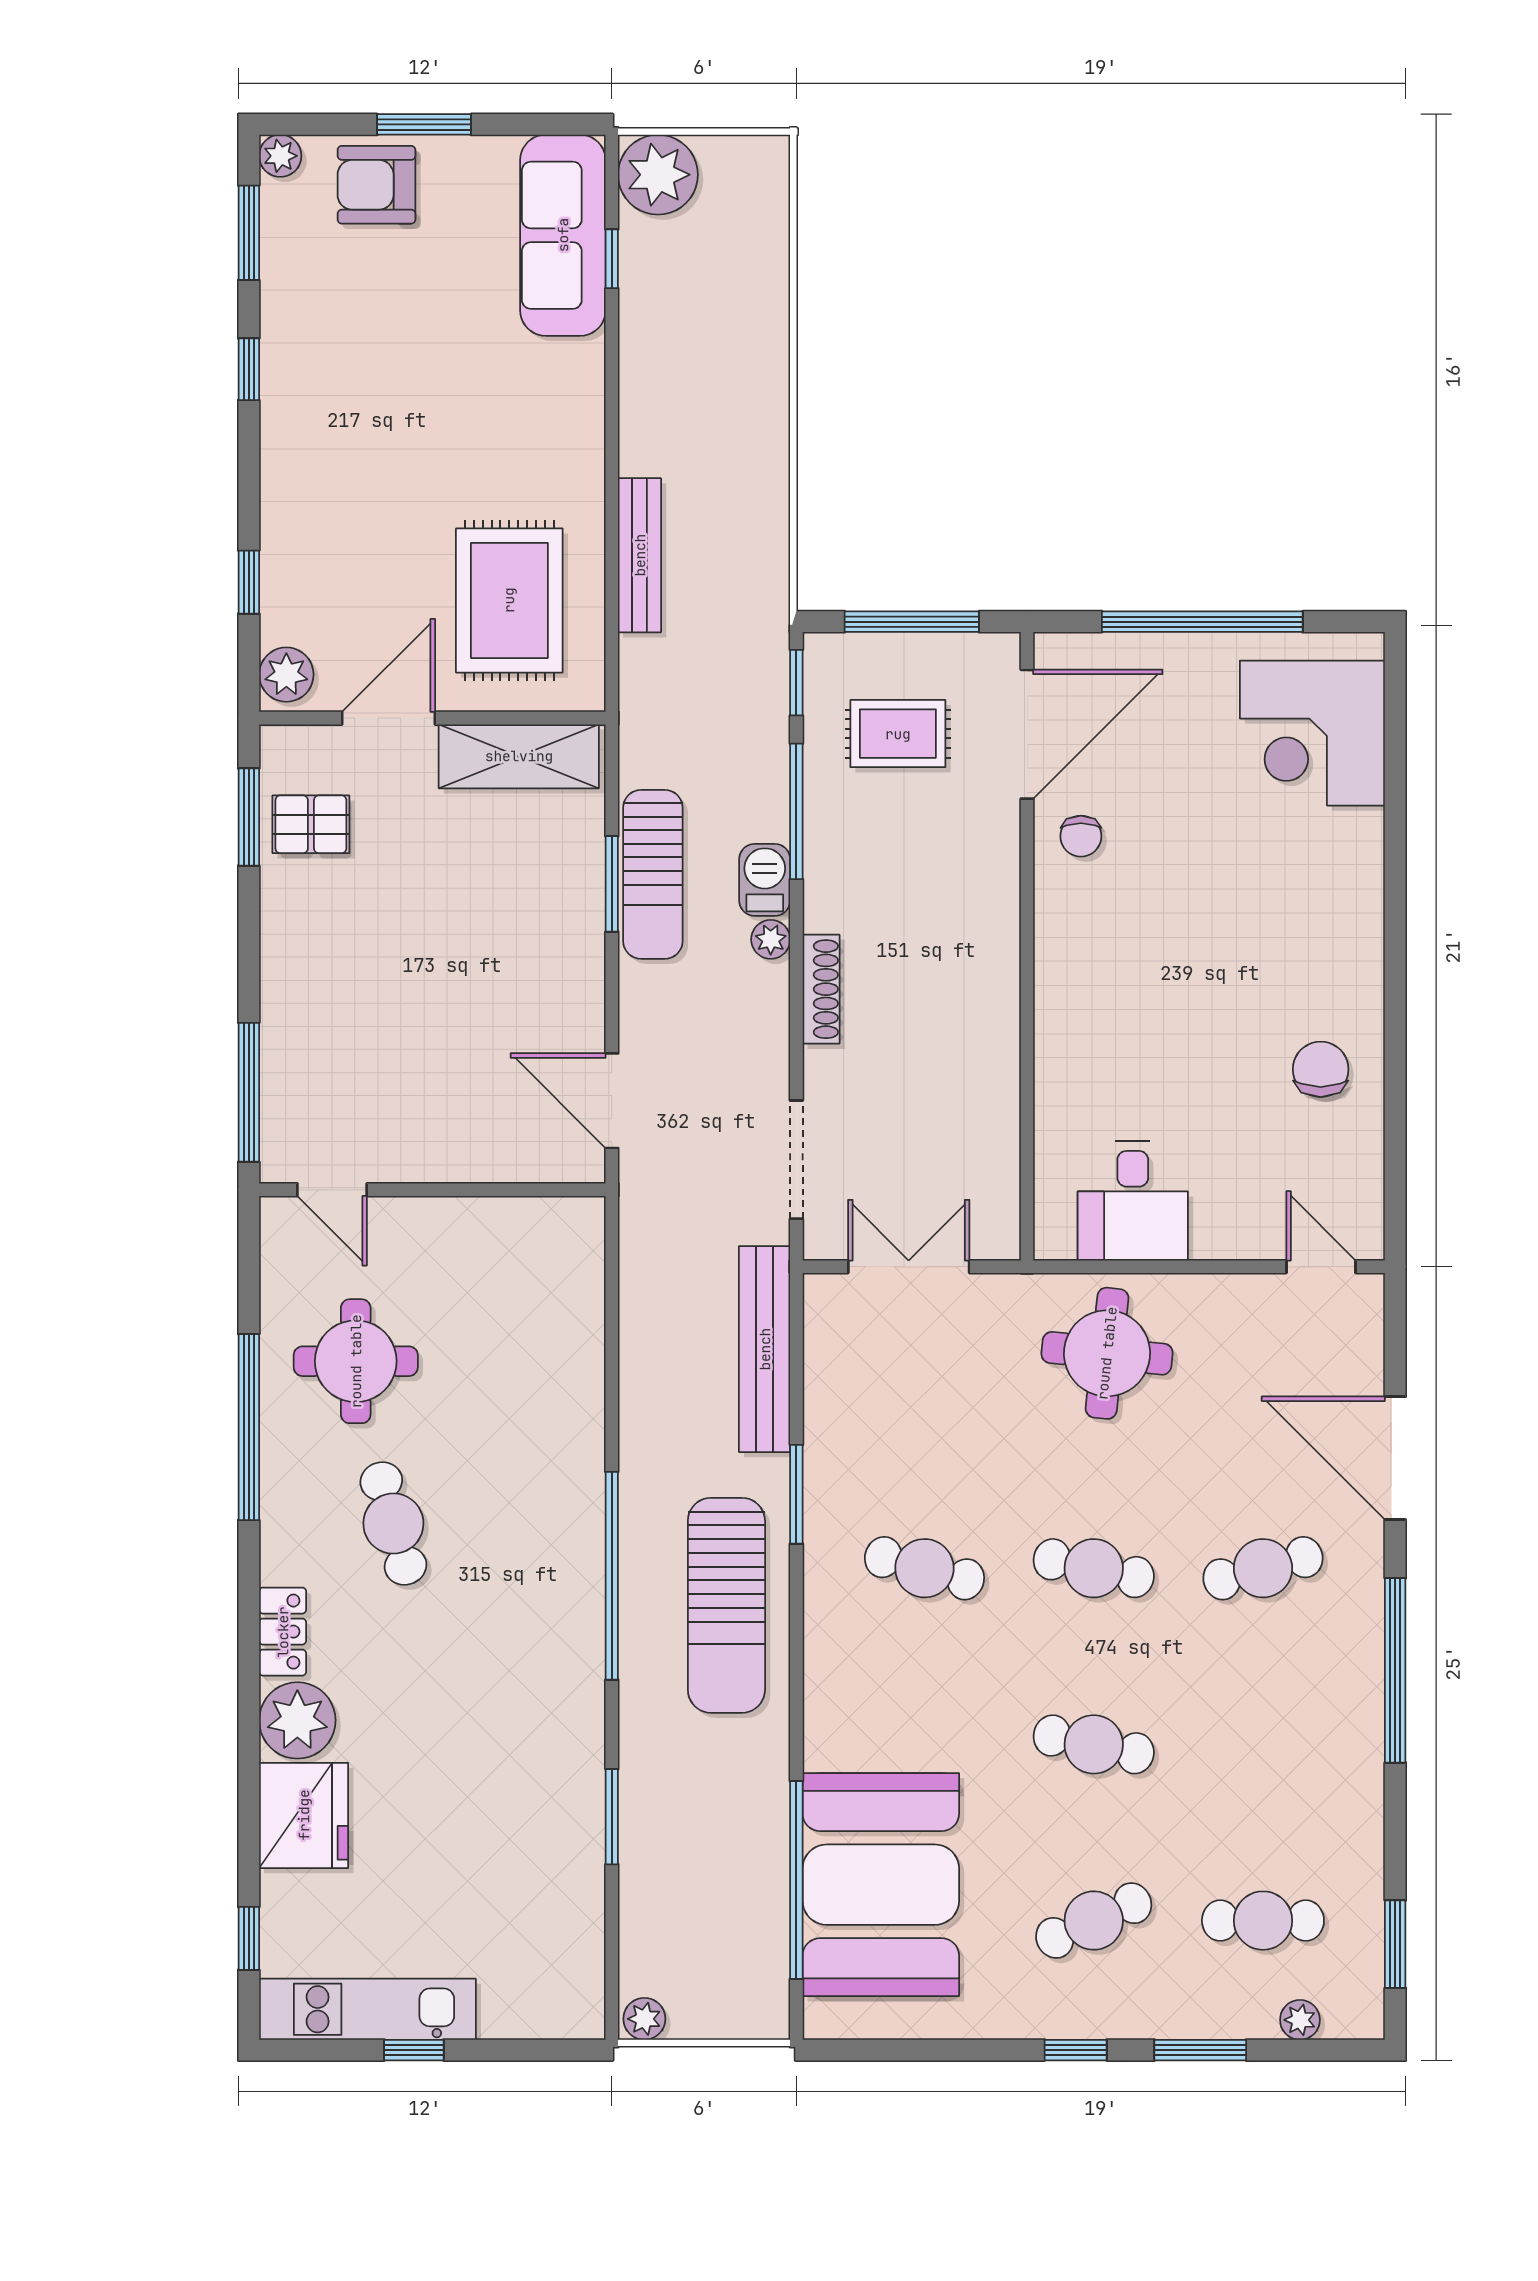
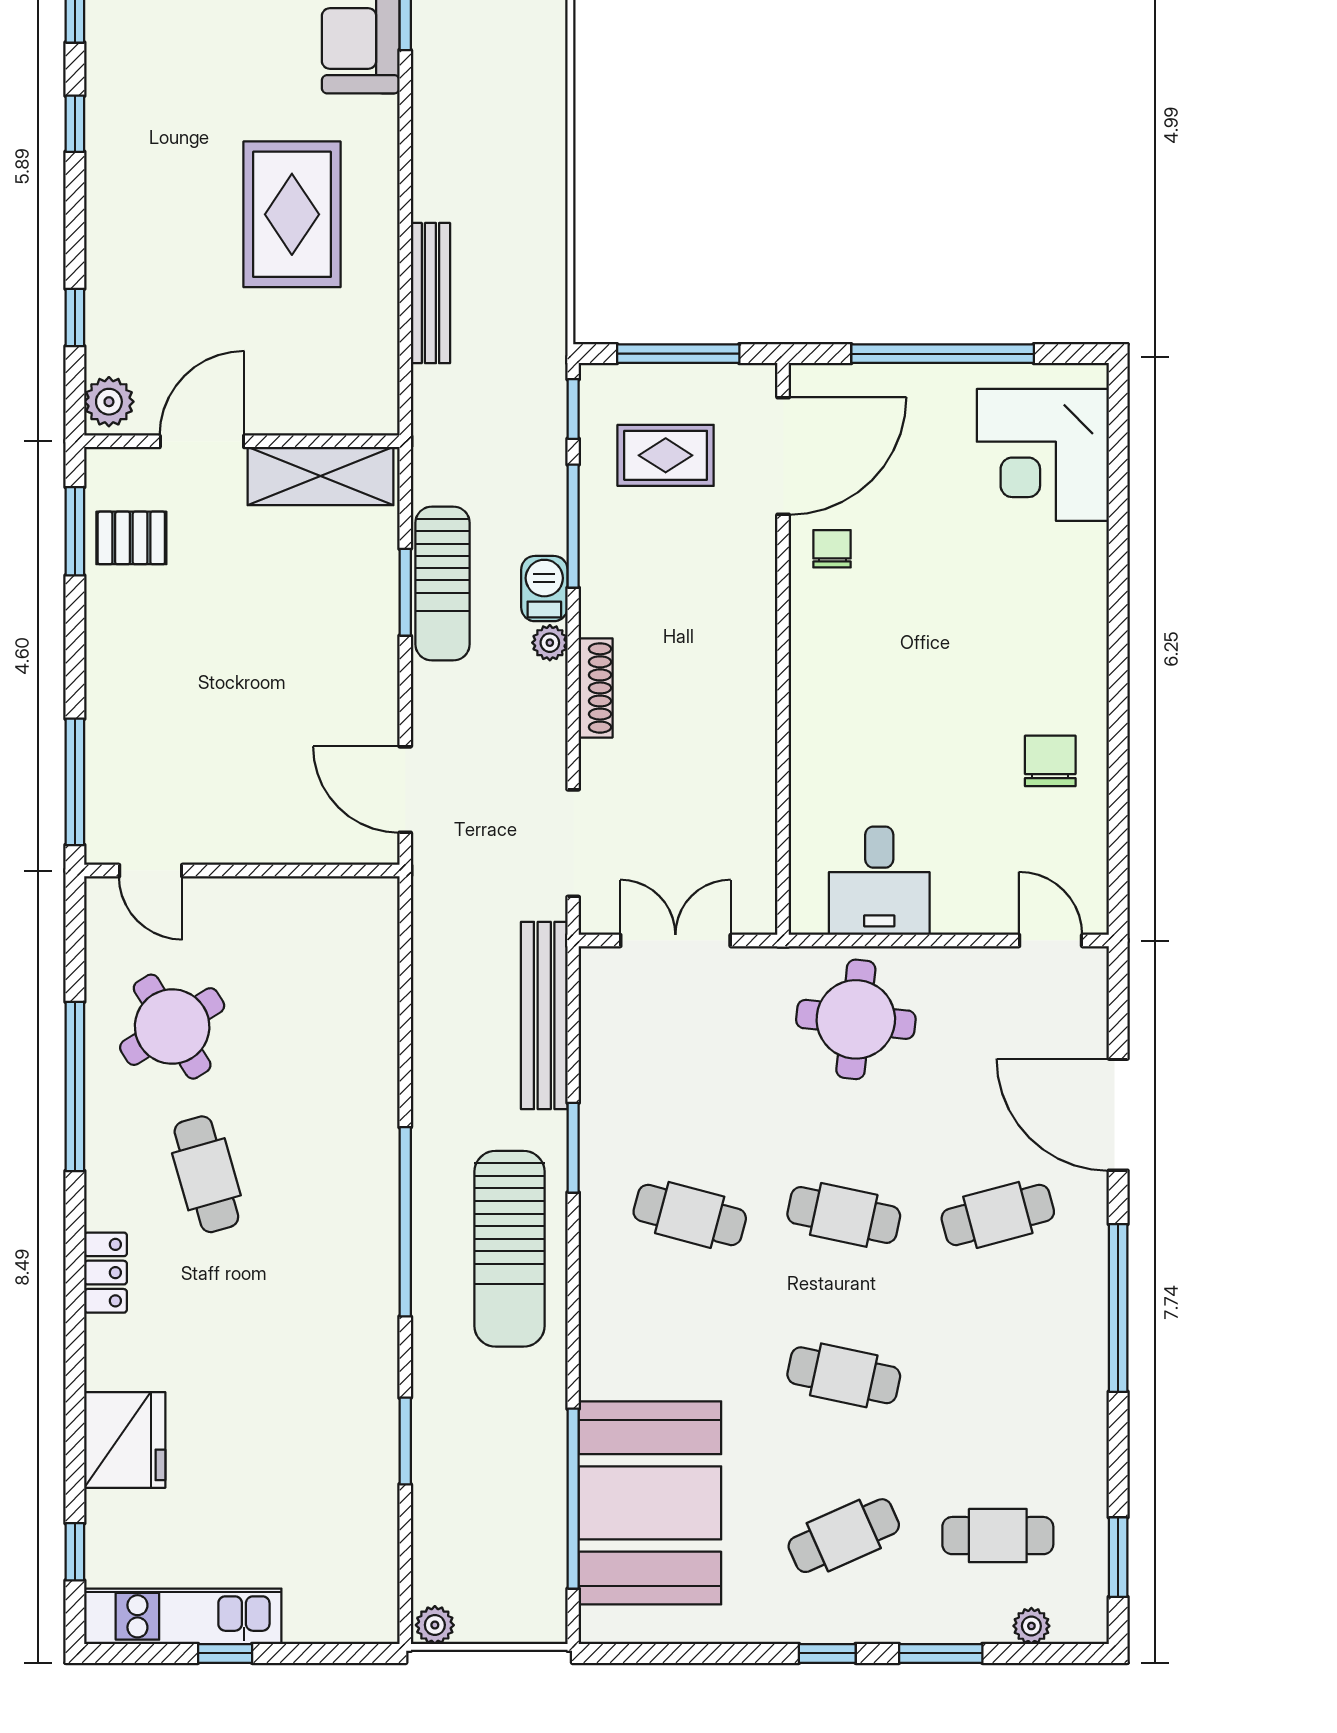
rug: (509, 600) -> (292, 214), moved
chair: (1081, 836) -> (832, 549), turned 180
round table: (356, 1361) -> (172, 1027), turned -32
plant: (297, 1720) -> (119, 1353), removed

